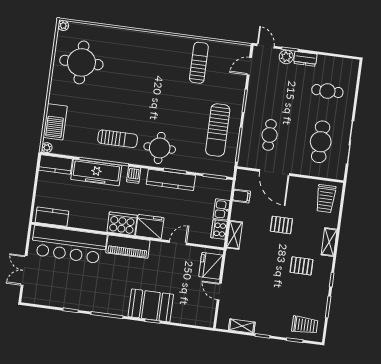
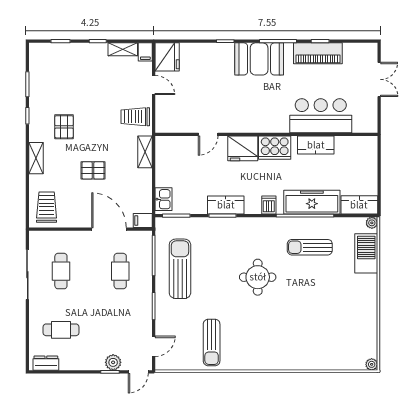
door: (266, 46) -> (138, 372), hinge flipped
dresser: (305, 59) -> (46, 363), moved
round table: (81, 62) -> (345, 325), removed
sun lounger: (118, 139) -> (310, 247), moved
cafe table: (321, 142) -> (61, 271), width x0.73, depth x0.74
round table: (160, 148) -> (258, 277), moved
kitchen counter: (171, 180) -> (226, 205), width x0.67
filing cabinet: (242, 196) -> (143, 221), moved
kitchen sink: (222, 209) -> (164, 199), moved
kitchen counter: (52, 217) -> (316, 145), moved
cooker: (219, 230) -> (163, 156), removed
bar counter: (69, 245) -> (321, 116), width x0.73
piano: (128, 247) -> (318, 53), moved, turned 180
fridge: (211, 266) -> (167, 57), moved
pallet: (301, 266) -> (64, 127), turned 90
booth: (151, 305) -> (259, 59), moved
filing cabinet: (223, 321) -> (145, 52), added
trolley: (305, 325) -> (135, 117), moved

